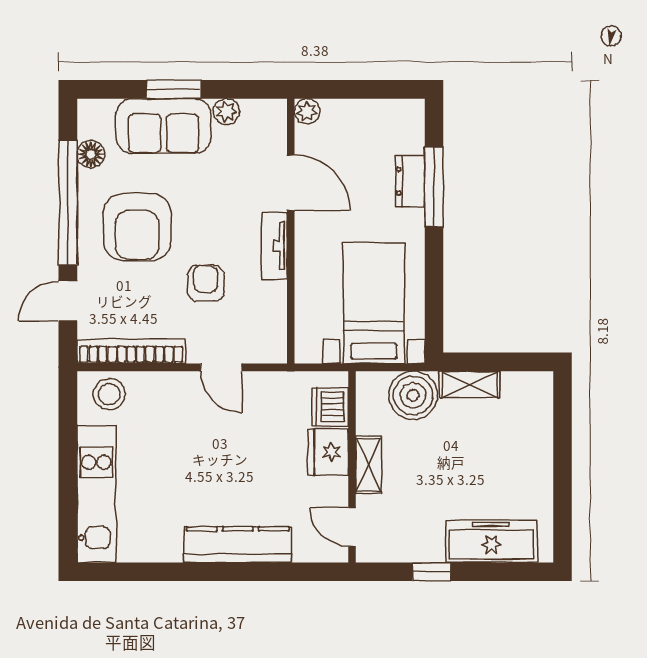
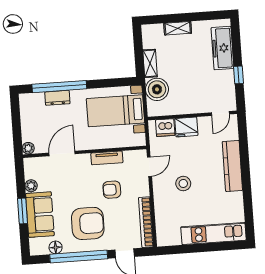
window: (434, 187) -> (59, 87), width x1.46
tv unit: (274, 246) -> (107, 158), moved
door: (221, 367) -> (149, 167), moved
stool: (109, 394) -> (183, 183), moved
shelving: (369, 465) -> (178, 28), moved

